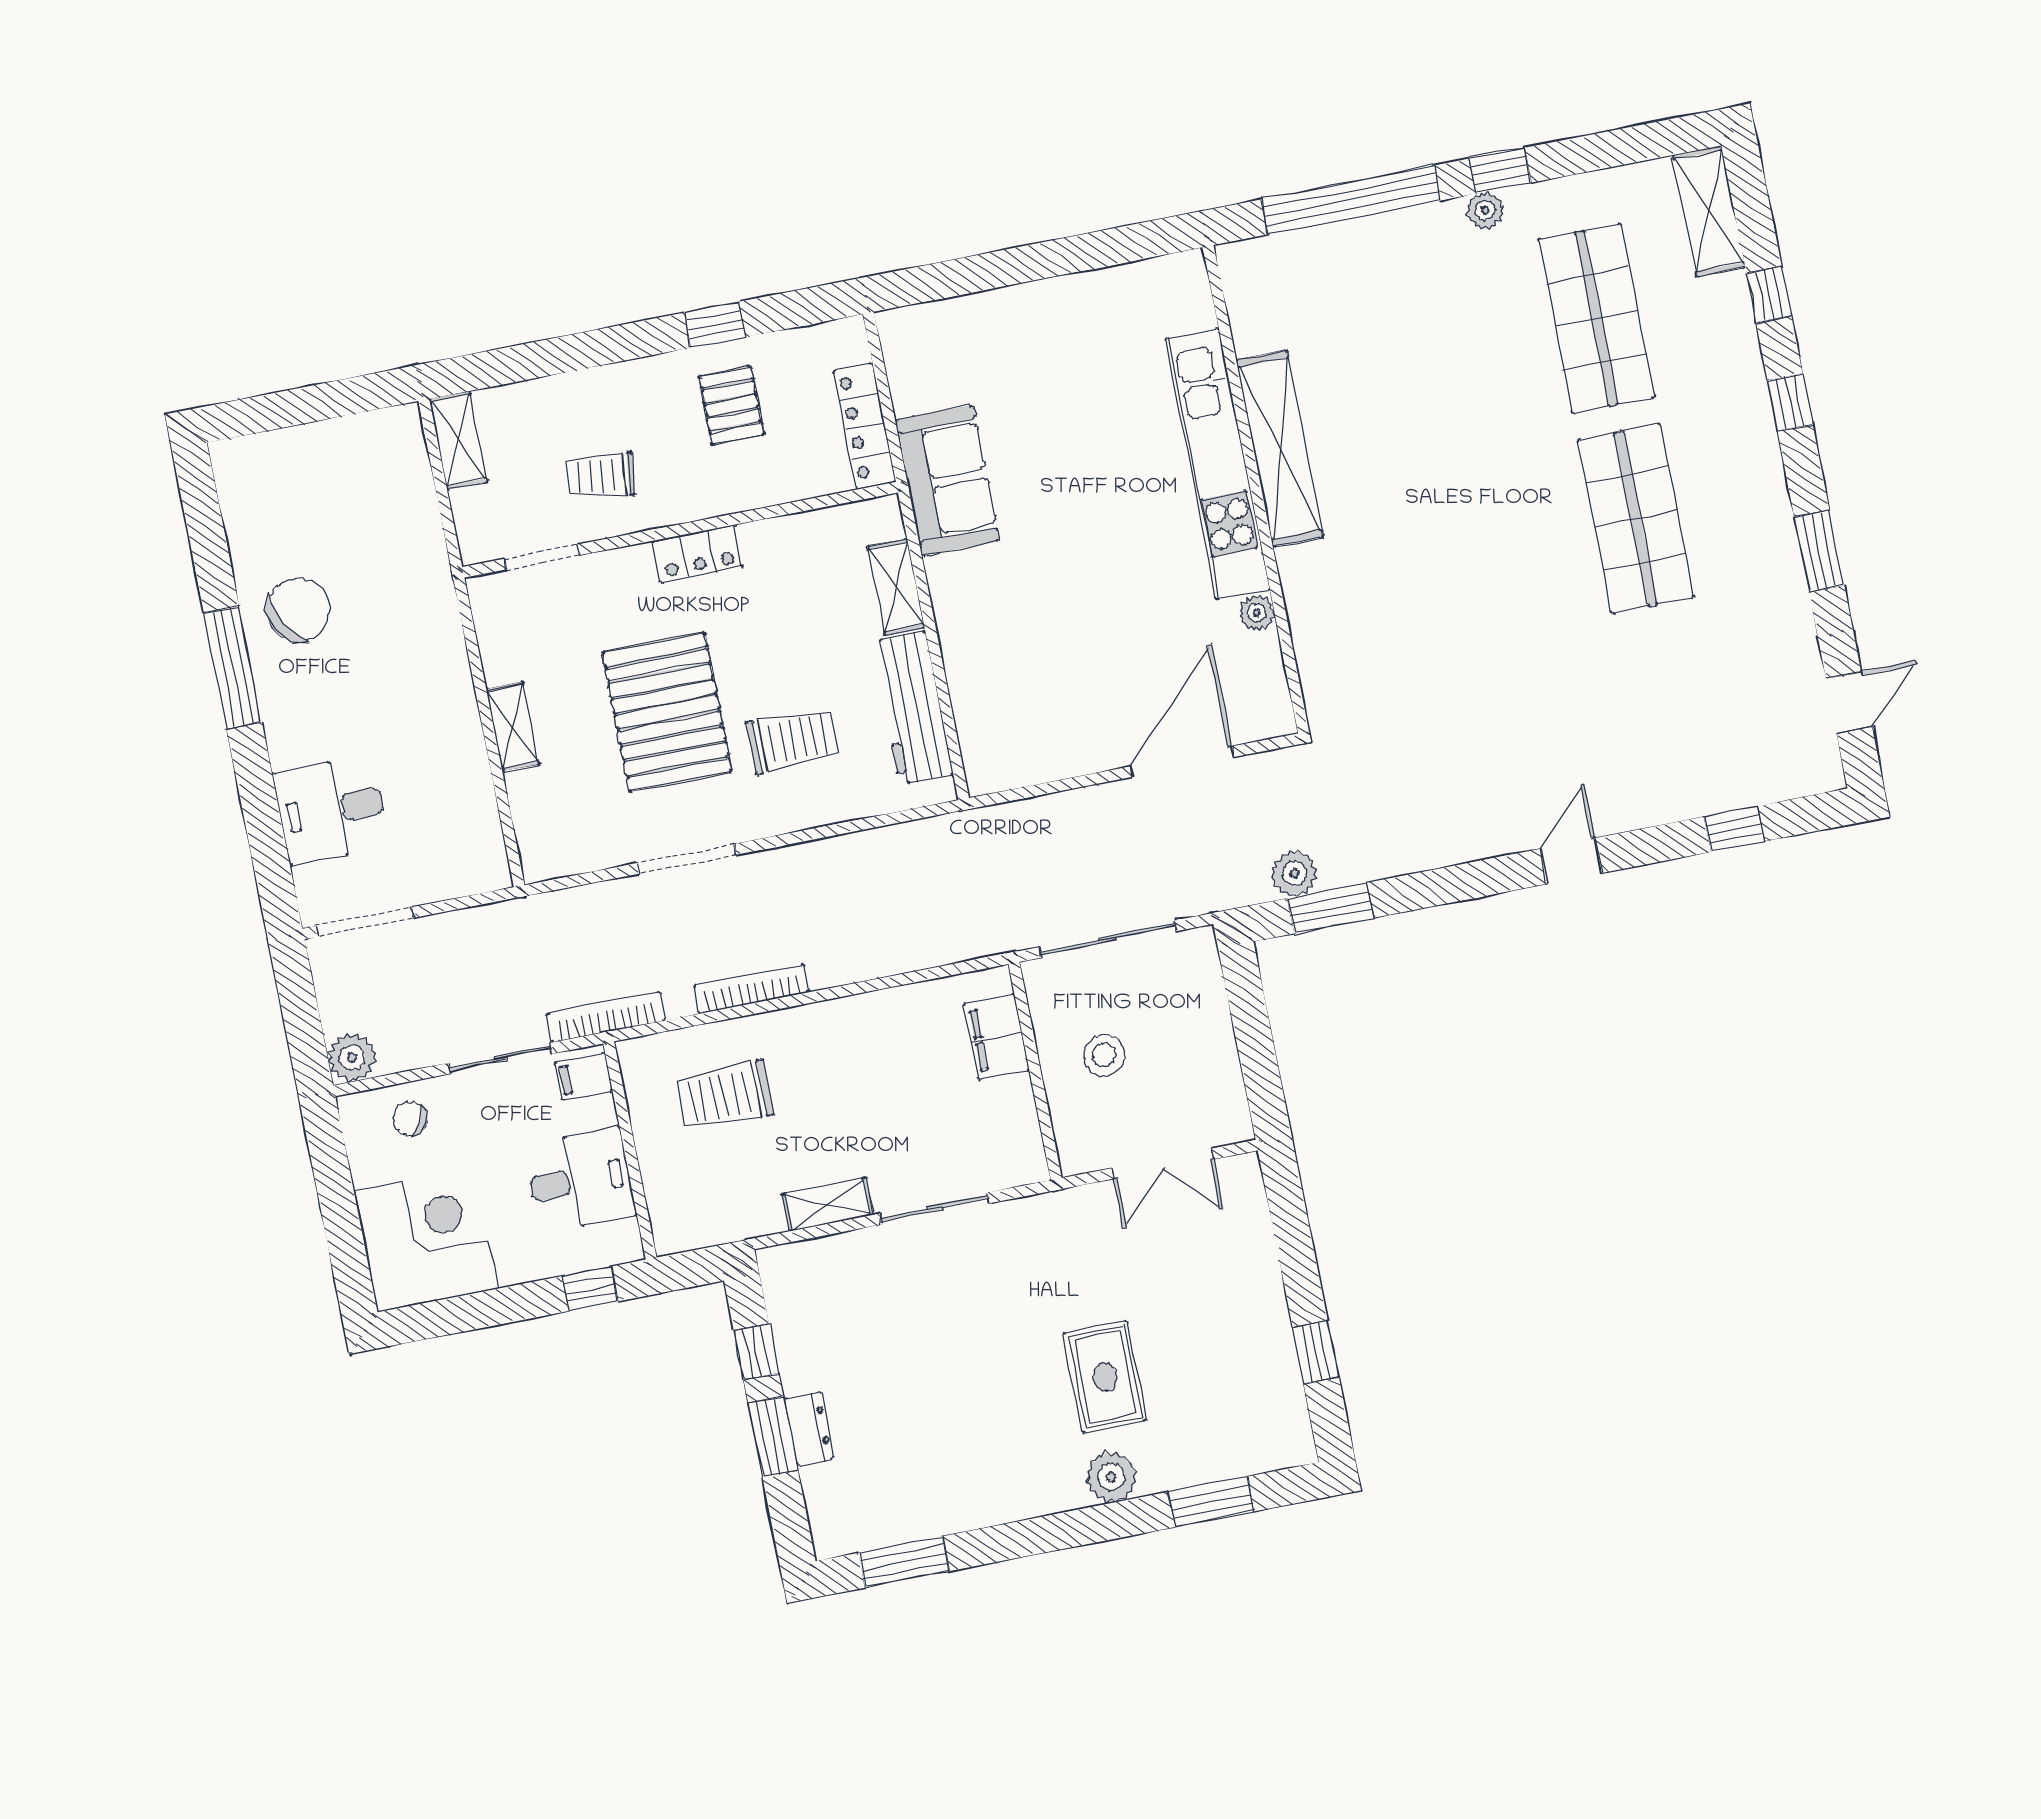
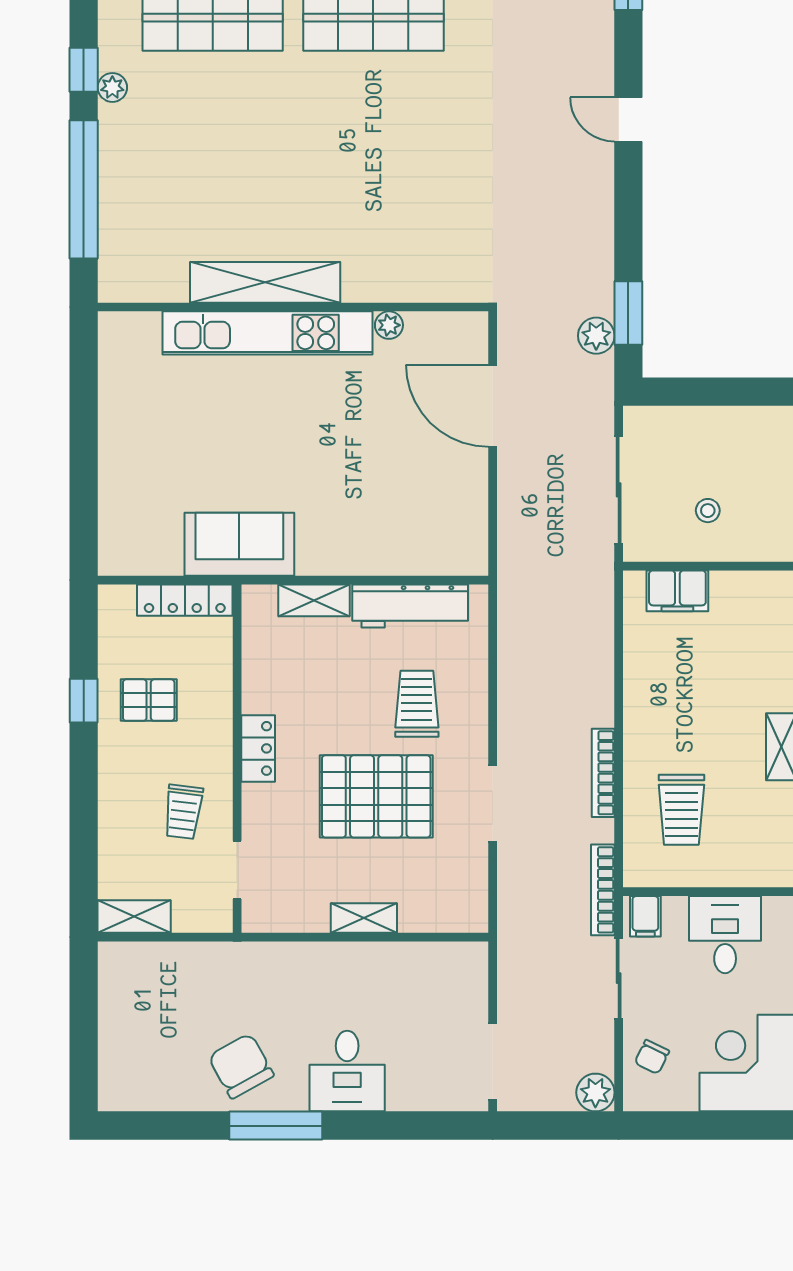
desk: (331, 810) -> (347, 1071), moved
stool: (1104, 1055) -> (708, 511), width x0.73, depth x0.73

